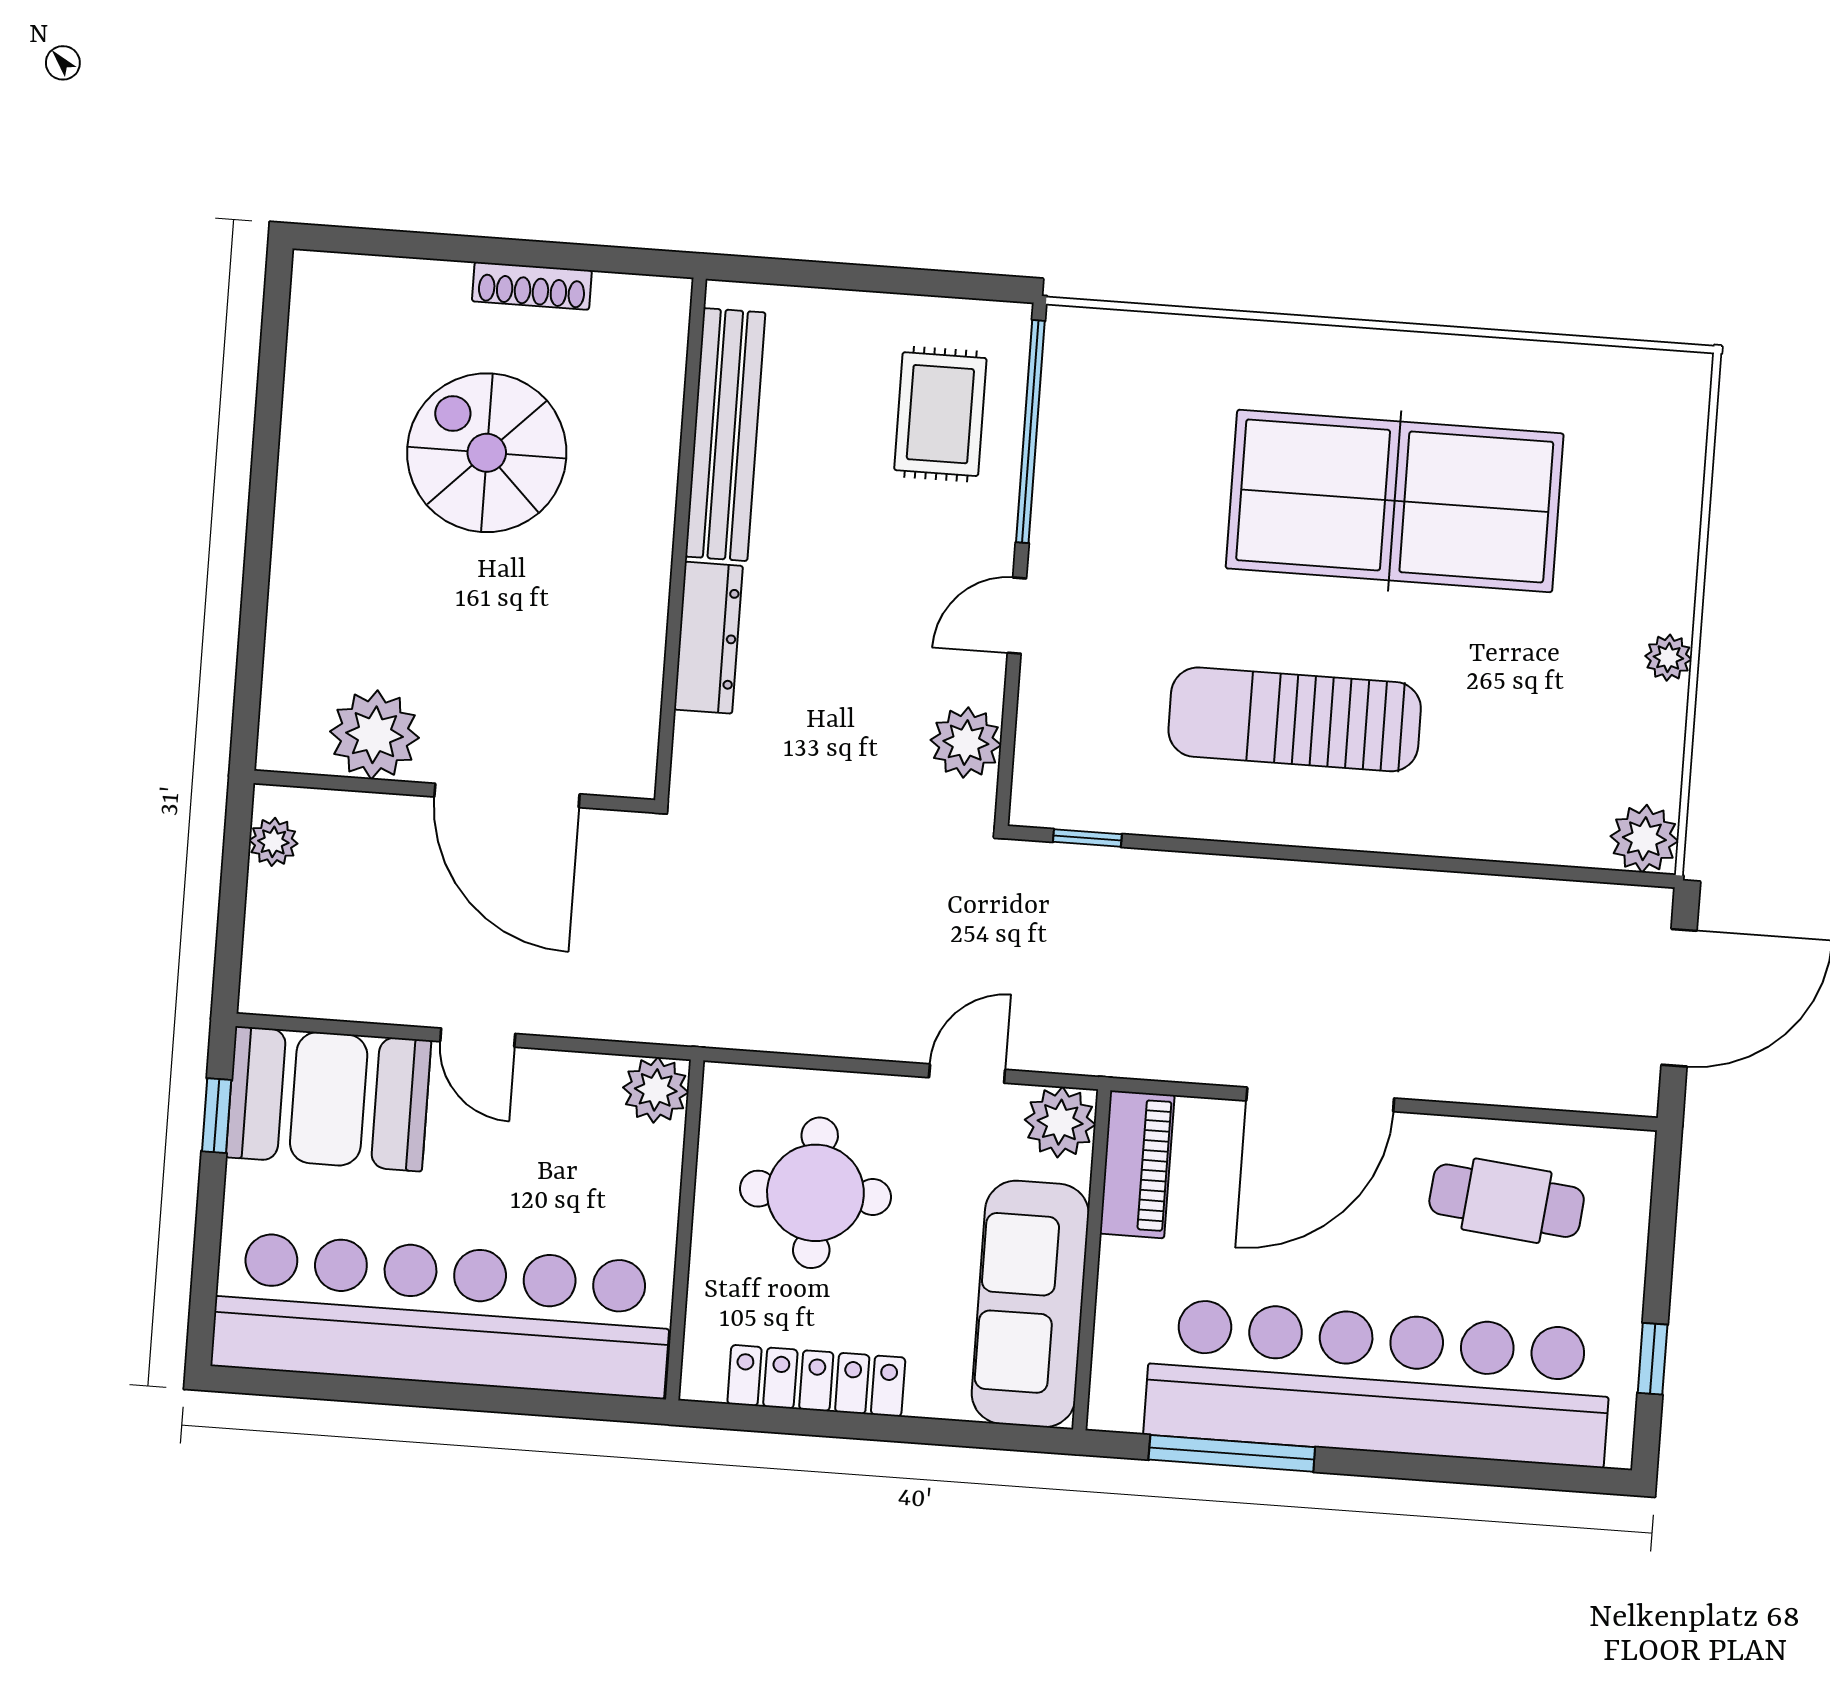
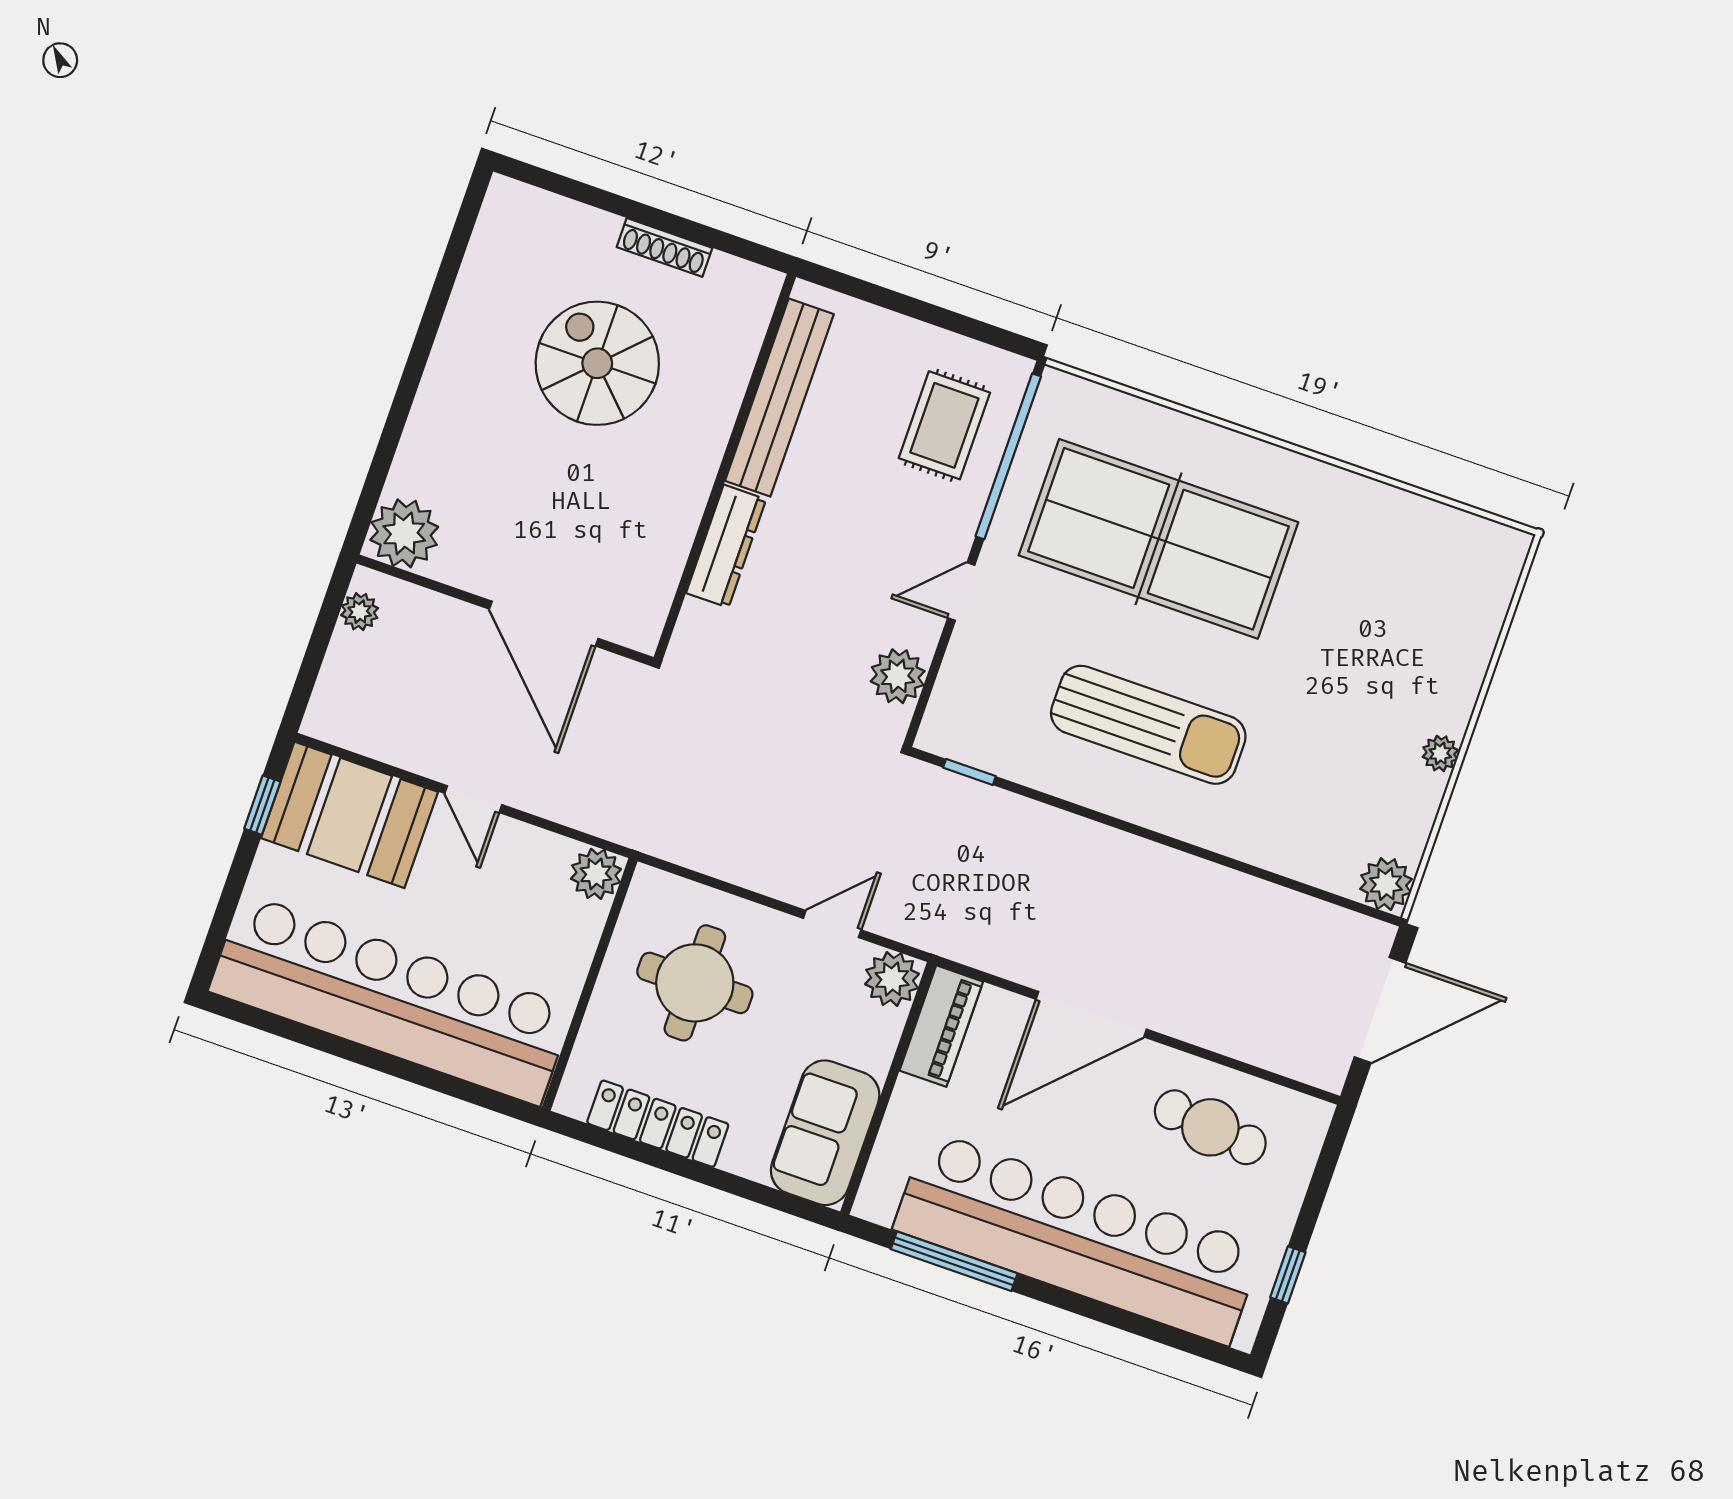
table tennis table: (1395, 501) -> (1159, 539), moved
sun lounger: (1295, 719) -> (1148, 725), turned 180
plant: (374, 735) -> (404, 533), moved
sofa: (1030, 1304) -> (825, 1133), width x0.73

